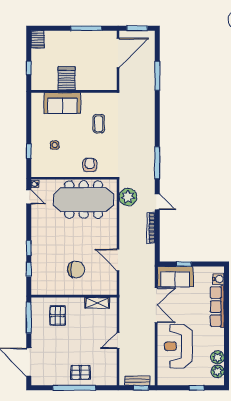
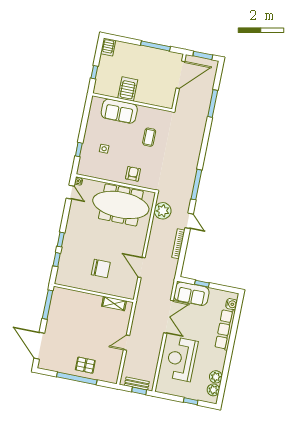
pallet: (58, 315) -> (75, 308), removed

